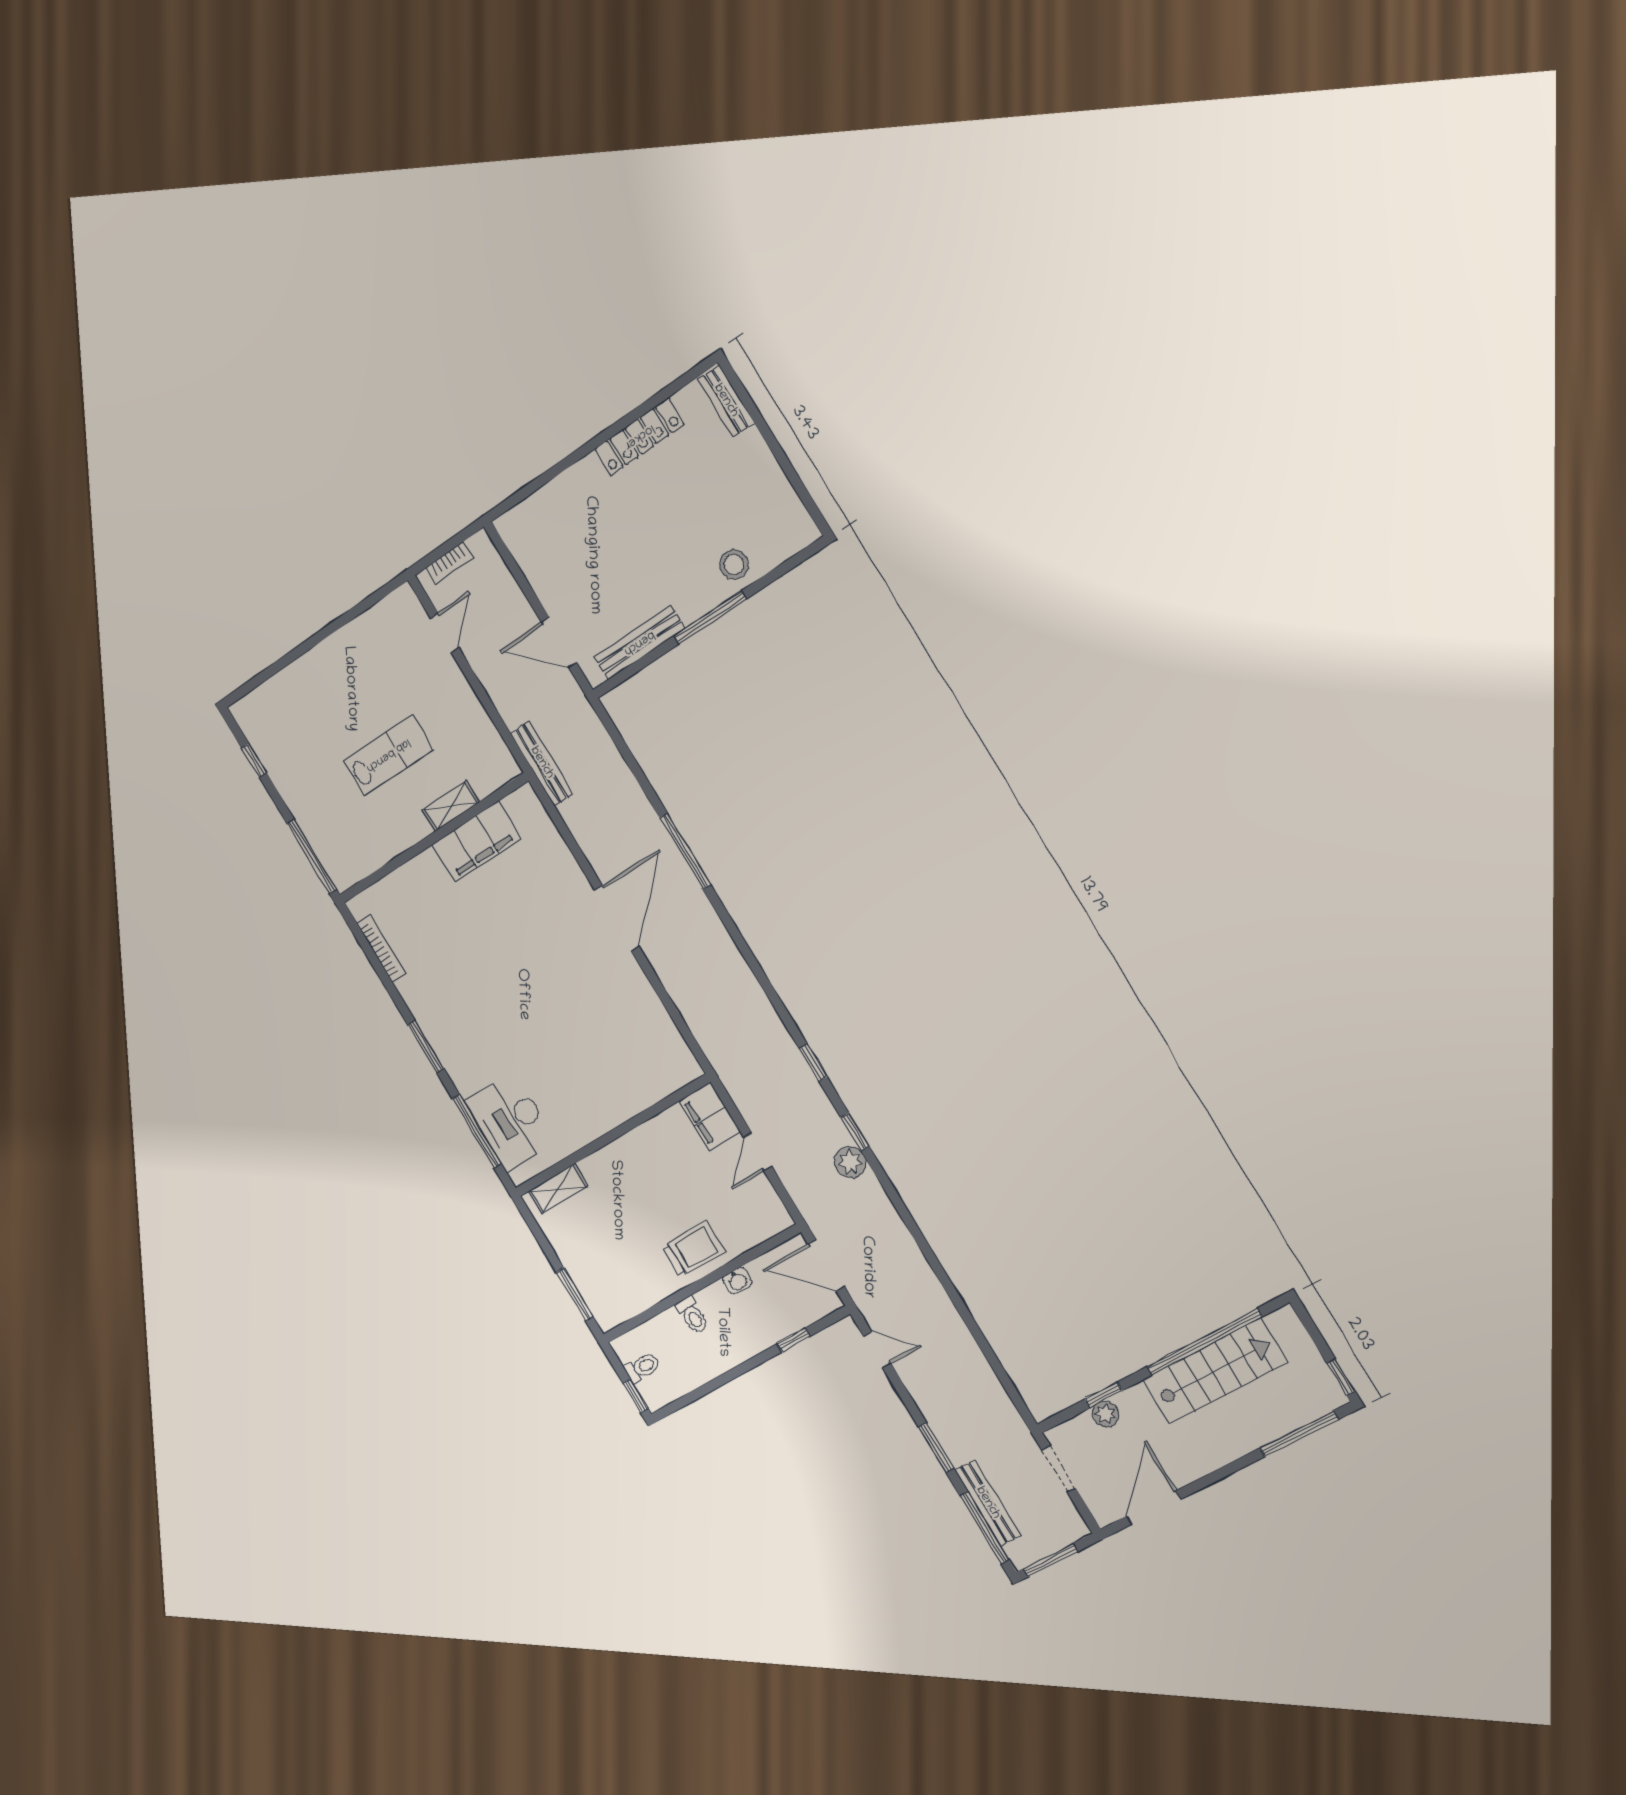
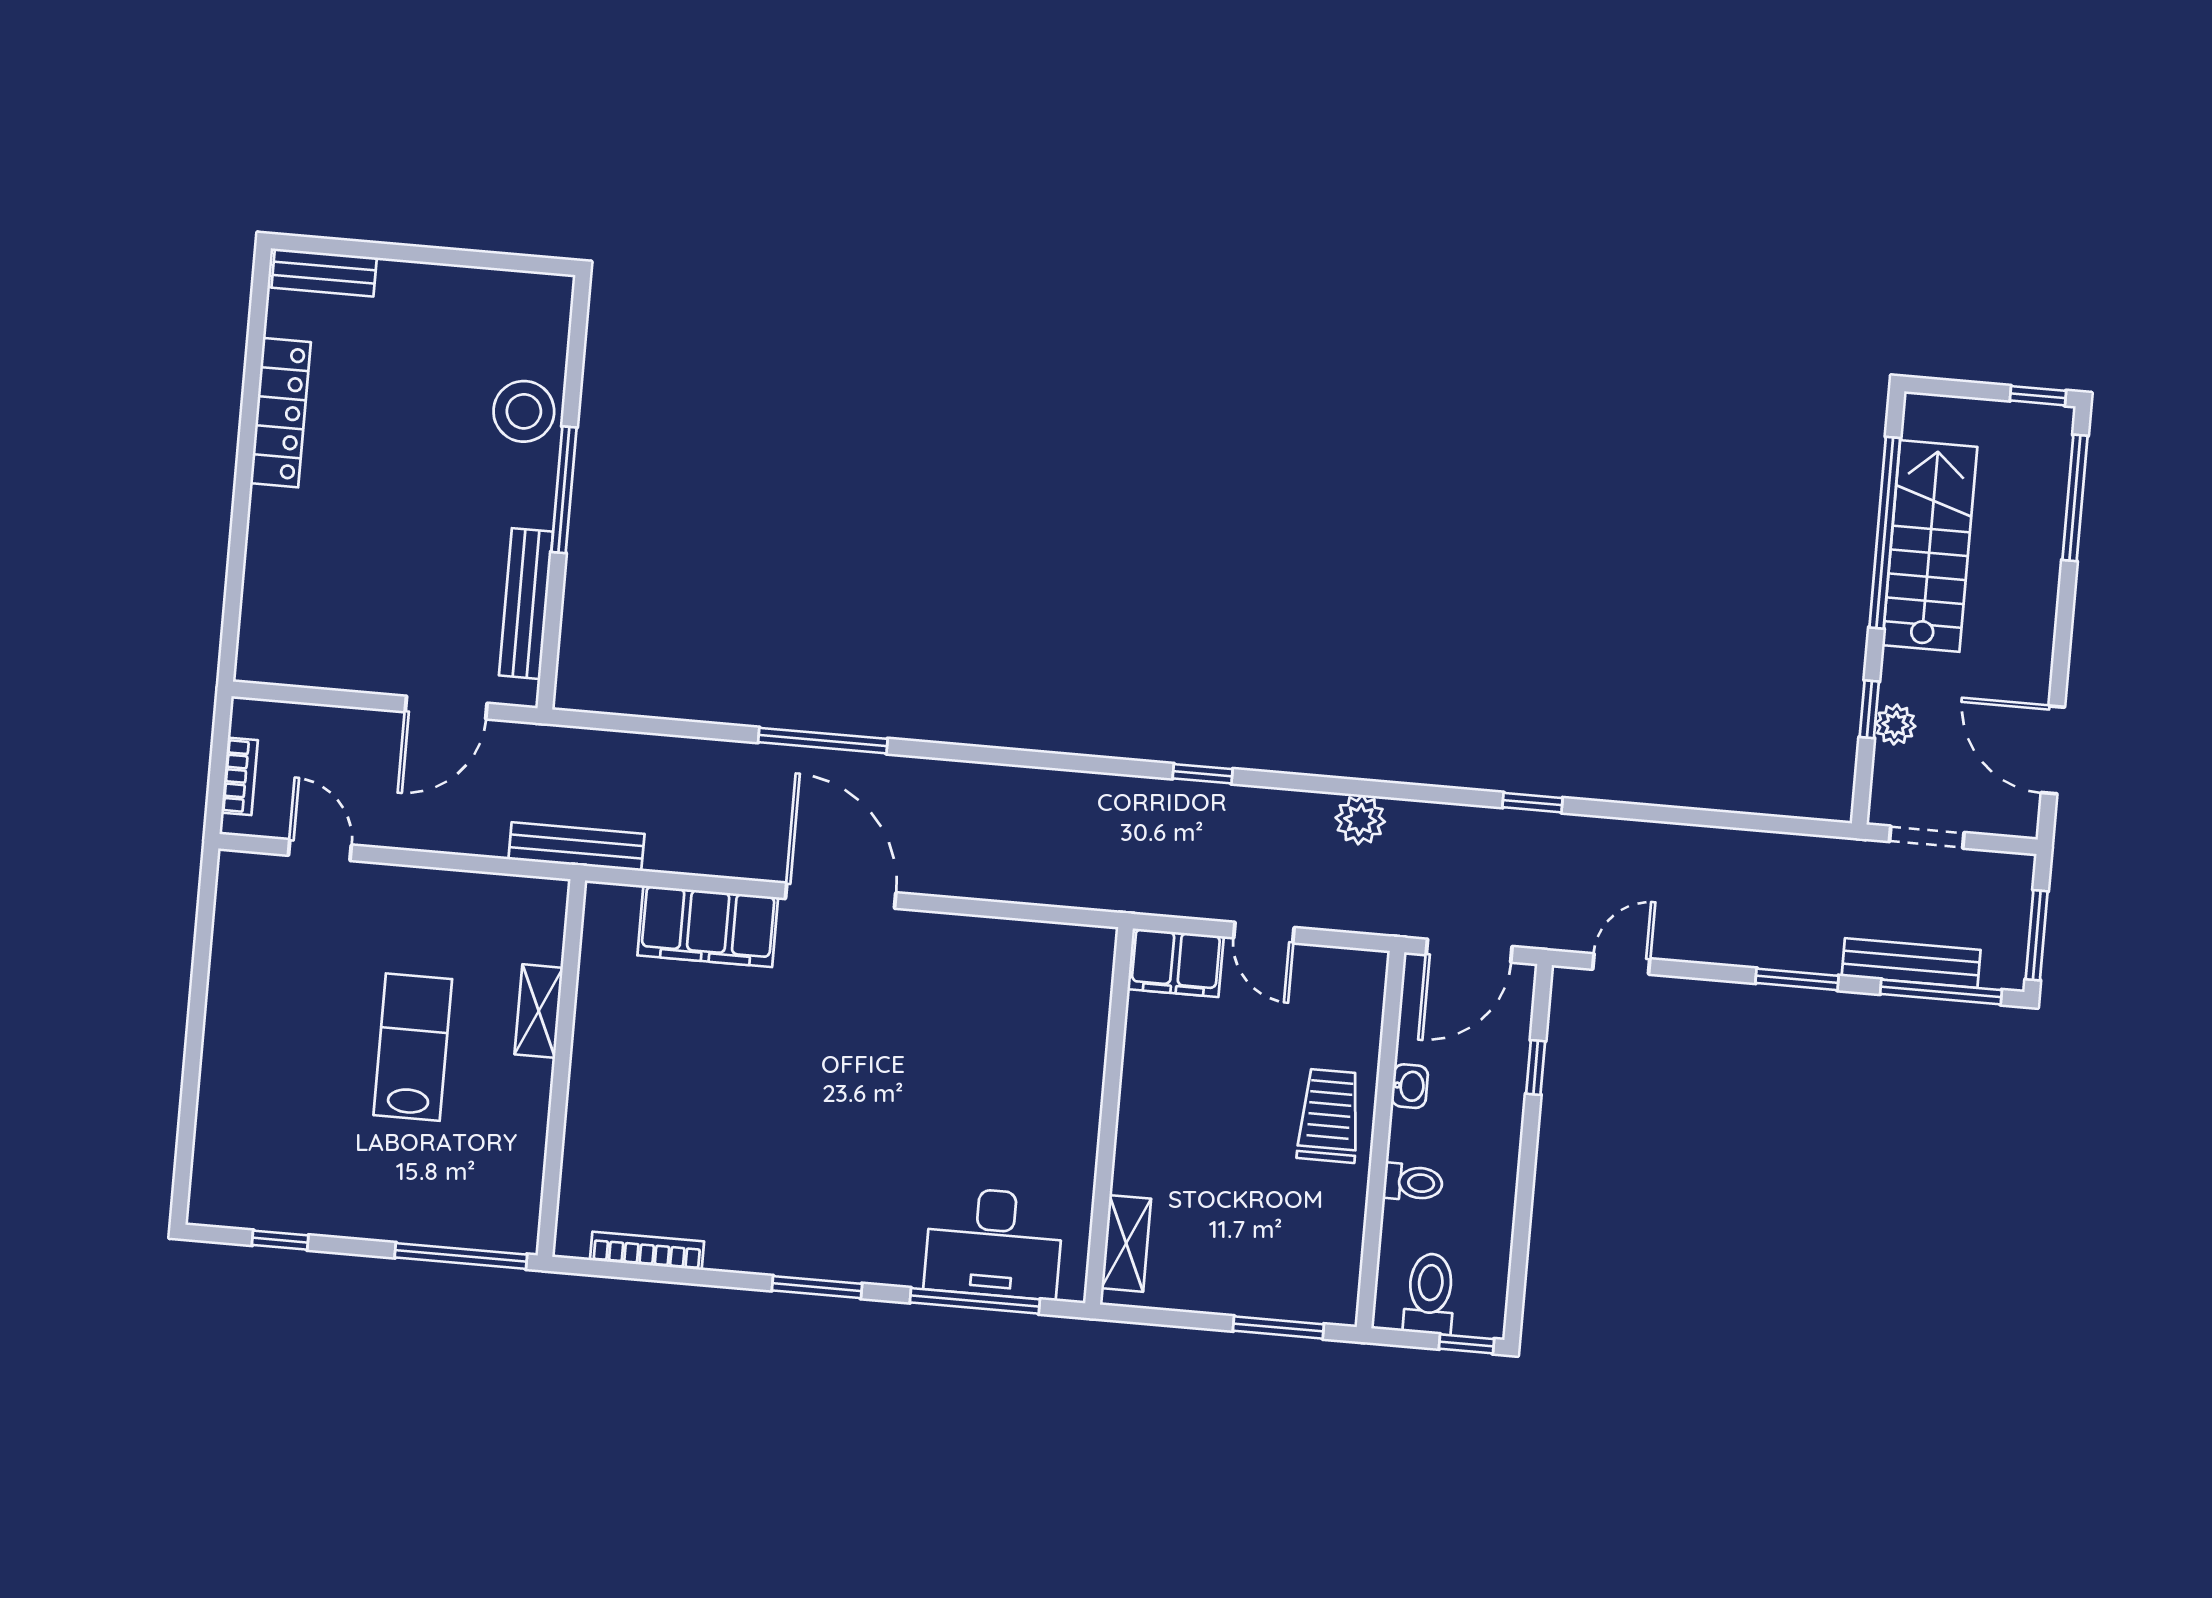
stool: (734, 565) -> (524, 411), width x1.38, depth x1.38
filing cabinet: (476, 842) -> (708, 926), moved, turned 90
window: (855, 1132) -> (1533, 803), moved
toilet: (642, 1367) -> (1430, 1294), width x1.37, depth x1.39

